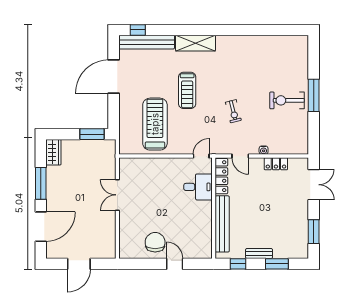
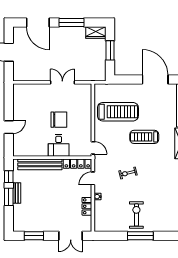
window: (92, 134) -> (110, 50), moved
desk: (198, 187) -> (59, 145), moved
chair: (155, 242) -> (59, 120), moved
window: (277, 264) -> (9, 197), moved

